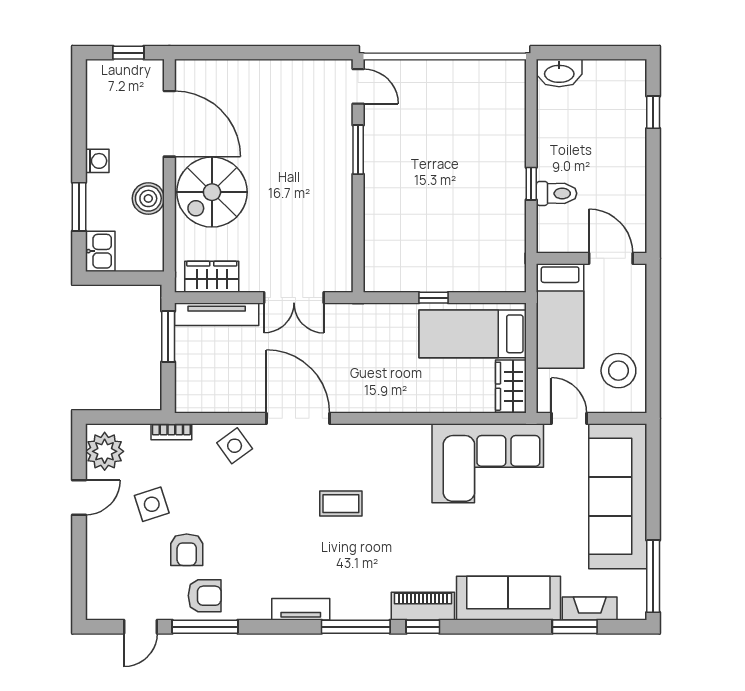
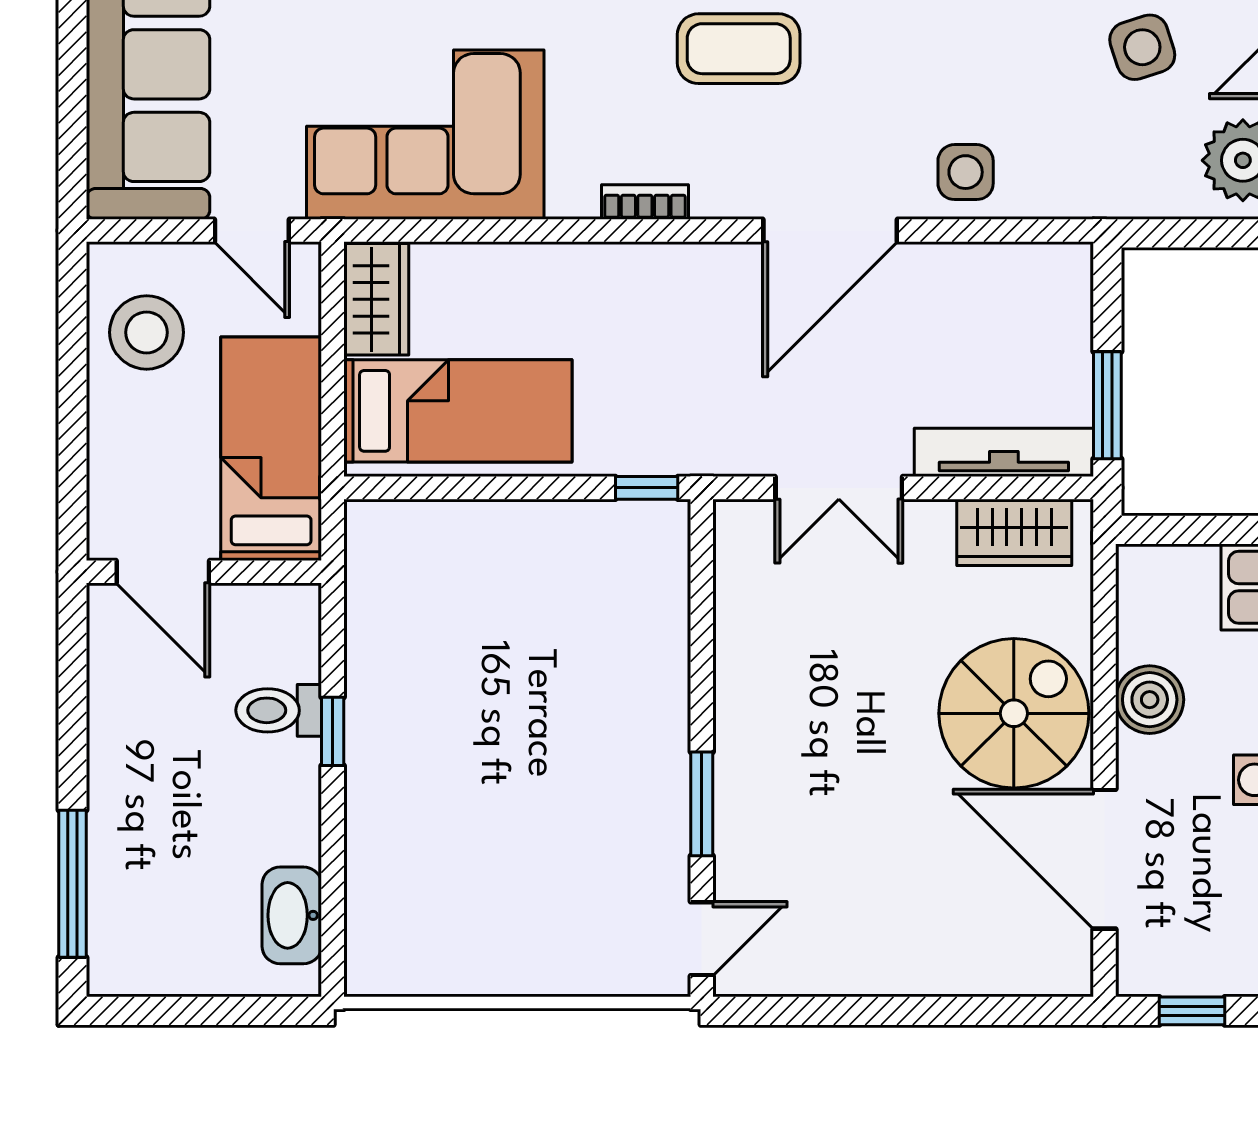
washbasin: (559, 73) -> (292, 915), moved, turned -90
door: (358, 86) -> (702, 939), swing flipped
window: (653, 112) -> (72, 884), width x2.17
double door: (294, 298) -> (839, 488), swing flipped
window: (434, 298) -> (647, 488), moved
door: (298, 418) -> (830, 231), hinge flipped
bookcase: (171, 432) -> (645, 202), moved
side table: (235, 446) -> (966, 172), turned 36
coffee table: (341, 504) -> (739, 49), width x1.36, depth x1.30

